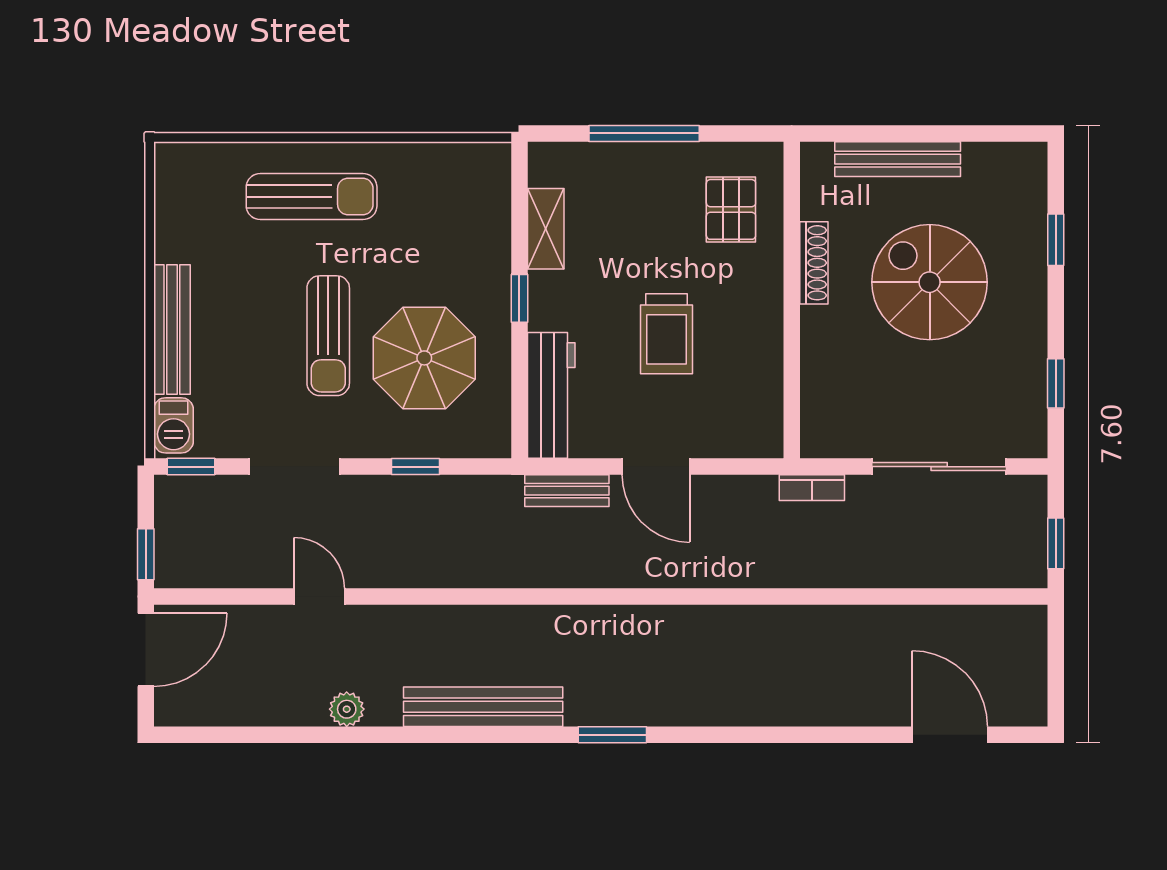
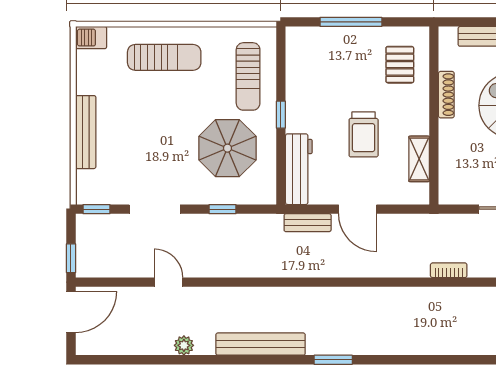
shelving: (546, 229) -> (419, 159), moved
sun lounger: (328, 336) -> (248, 76), moved
barbecue: (173, 425) -> (91, 38), moved, turned 90
bookcase: (812, 488) -> (449, 270), moved, turned 180

